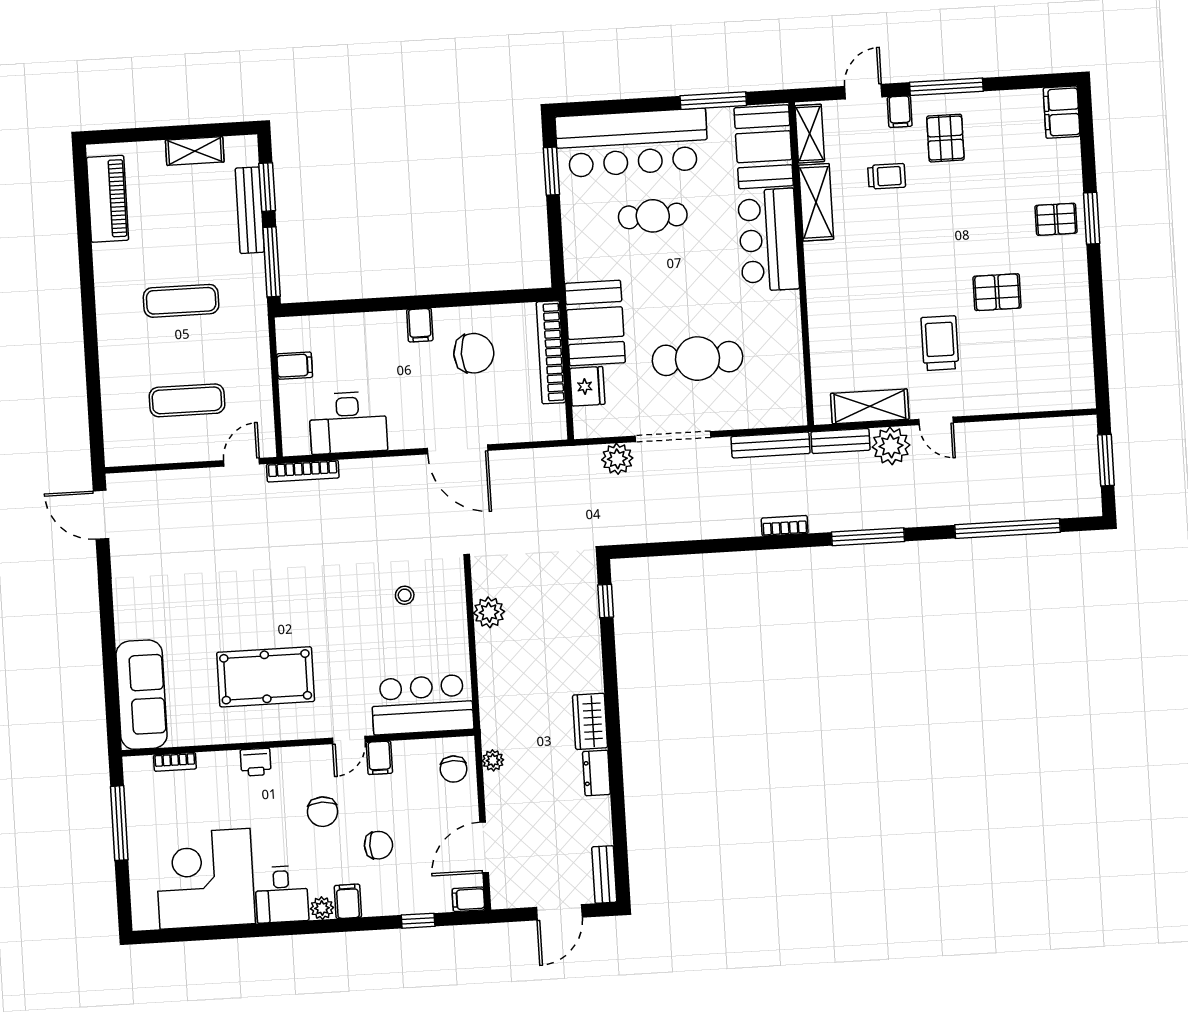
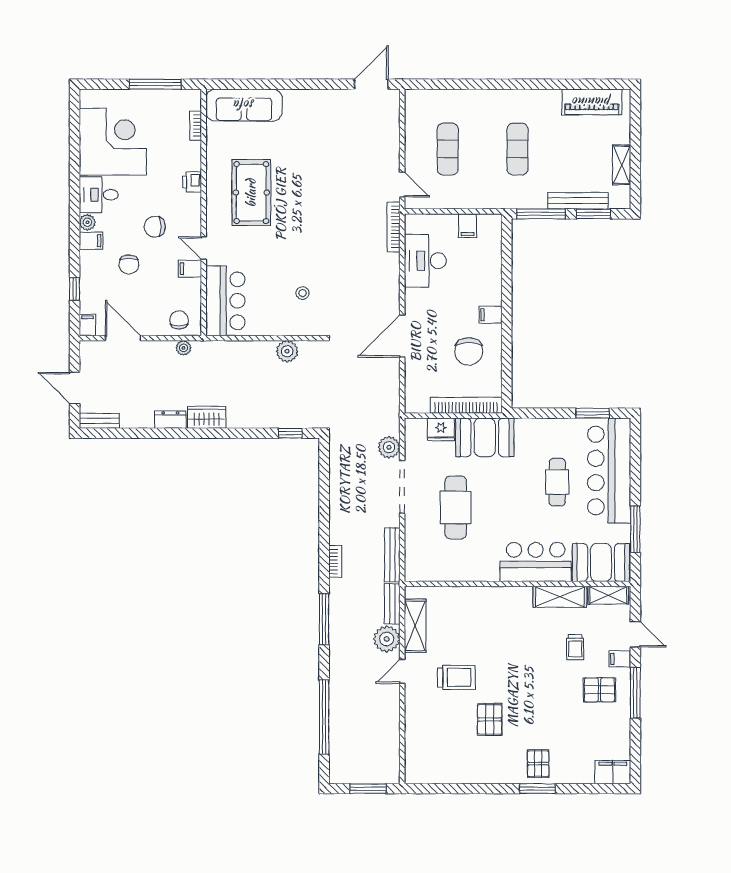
chair: (453, 769) -> (179, 320), turned 90

